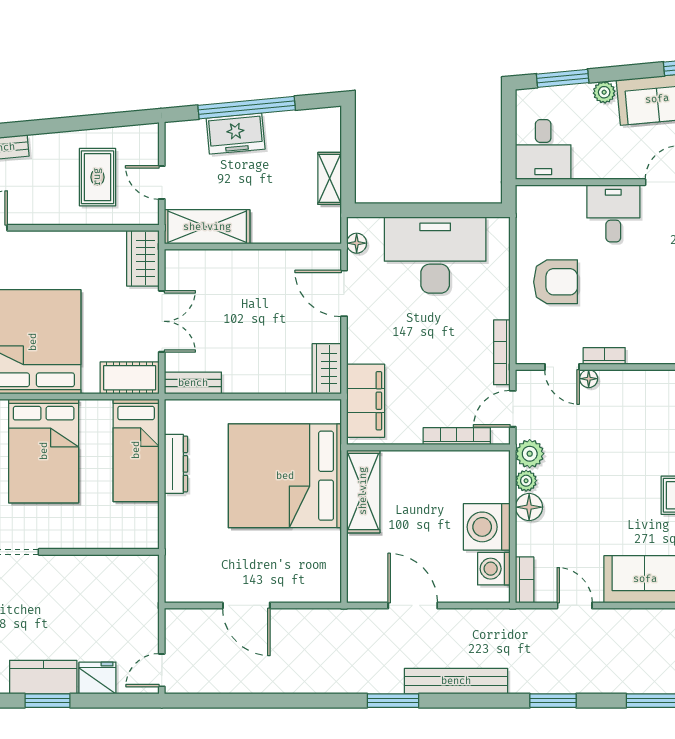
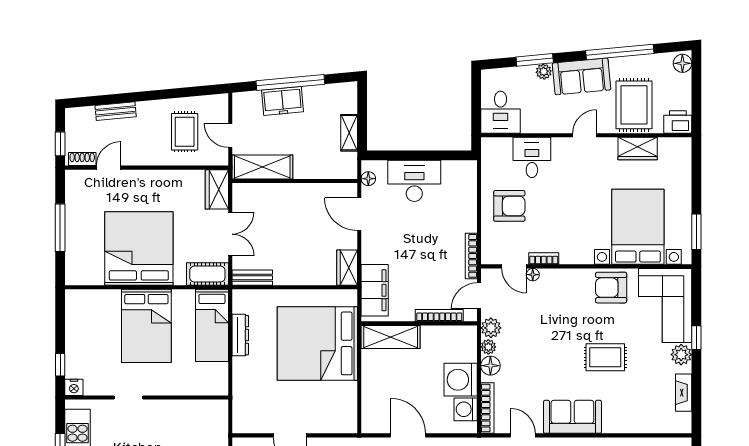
window: (563, 78) -> (535, 60), moved
desk: (613, 213) -> (532, 157), moved
desk: (435, 255) -> (414, 181), width x0.73, depth x0.77
shelving: (363, 491) -> (391, 337), moved, turned 90
bookcase: (525, 580) -> (487, 408), width x1.56

